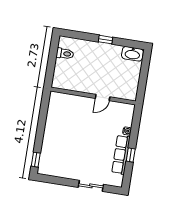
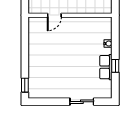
door: (103, 98) -> (54, 15), moved
row of seats: (121, 155) -> (106, 67), width x0.68

